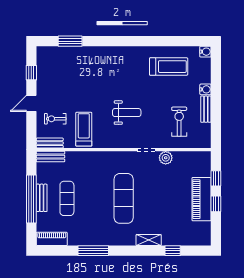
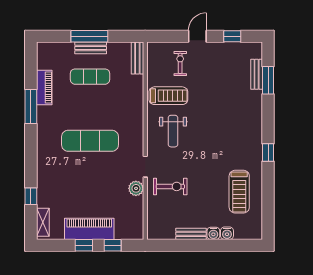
window: (134, 41) -> (268, 153), added
water cooler: (205, 52) -> (227, 233), moved
door: (31, 103) -> (197, 36), hinge flipped
weight bench: (127, 113) -> (173, 131), moved
exercise bike: (179, 122) -> (170, 186), moved
bench: (50, 143) -> (257, 74), moved
window: (31, 199) -> (89, 36), width x0.68
piano: (52, 239) -> (44, 88), moved
shelving: (149, 240) -> (43, 222), moved

